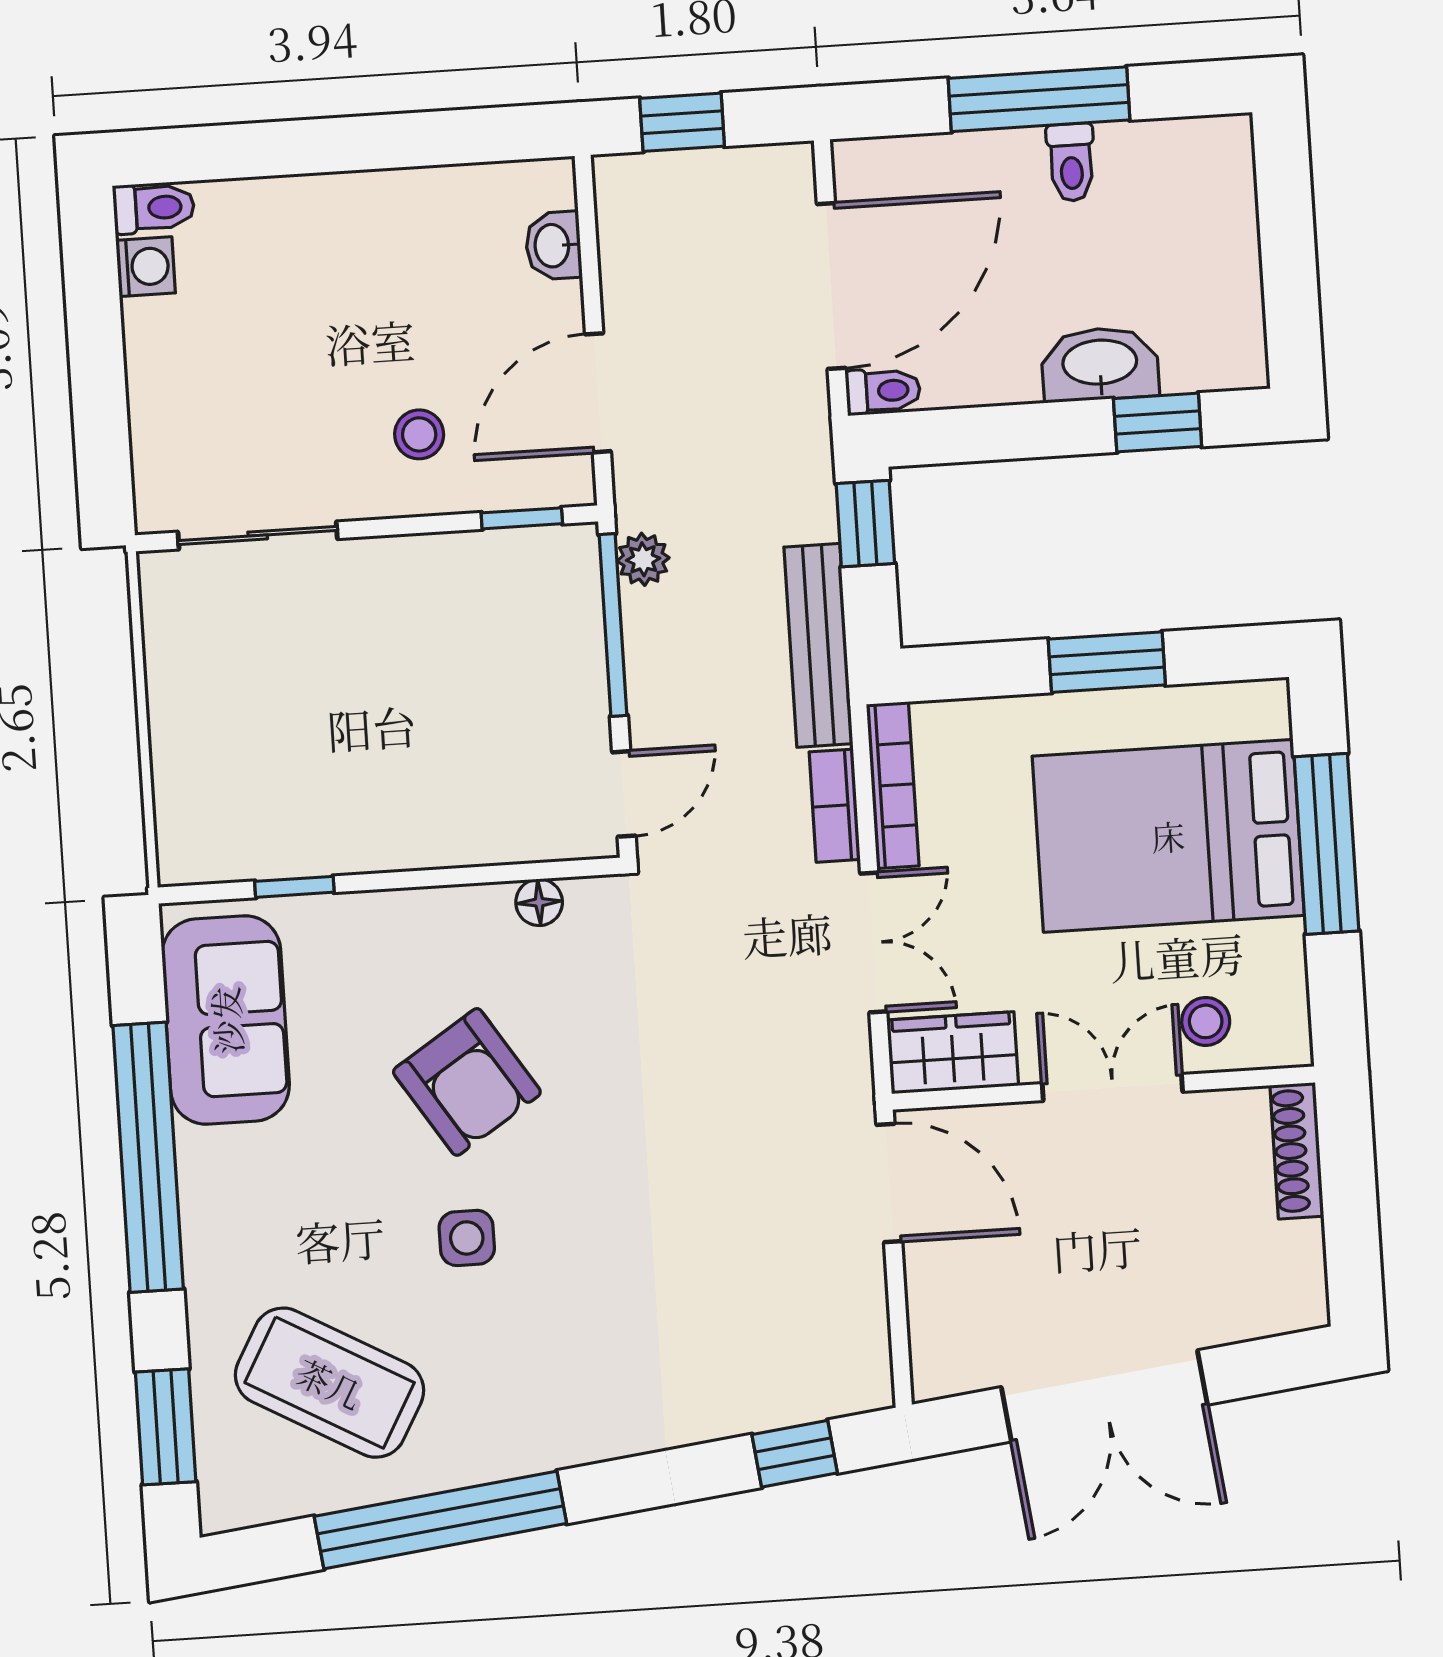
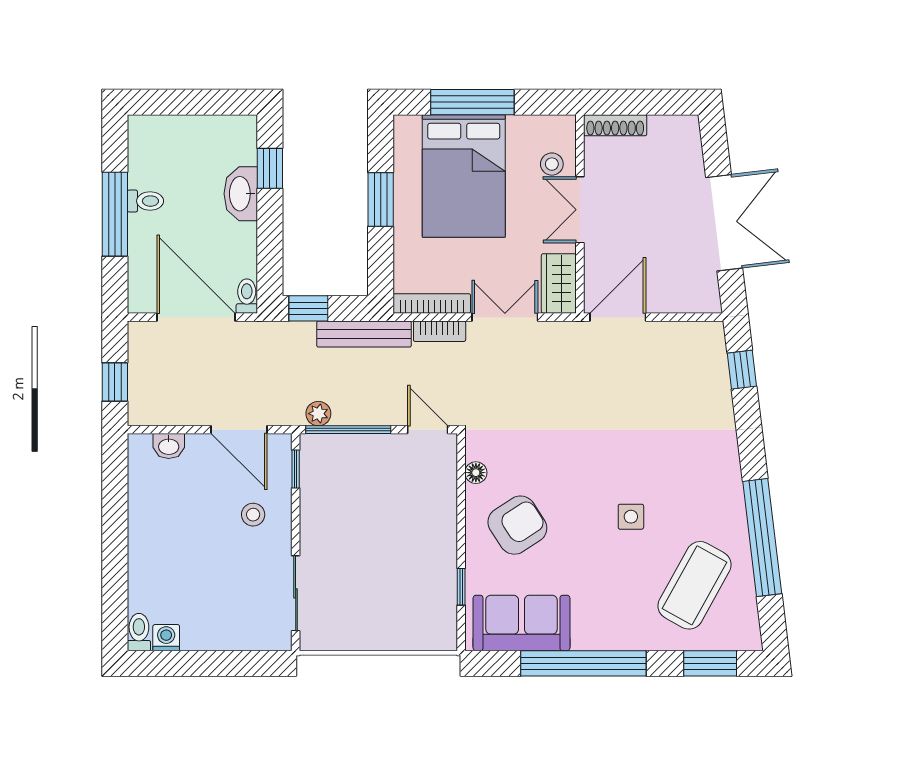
armchair: (467, 1082) -> (517, 525), moved

